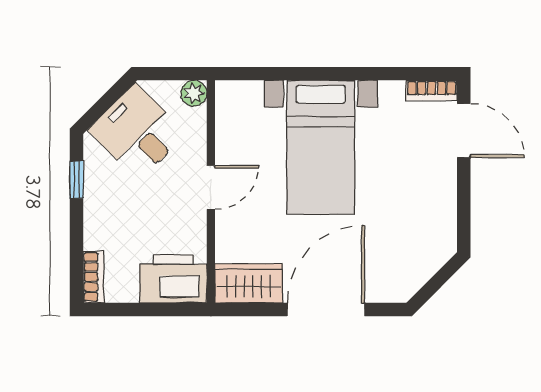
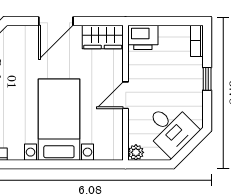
window: (77, 180) -> (207, 79), moved
printer: (173, 279) -> (143, 37), width x0.73, depth x0.84
door: (326, 309) -> (56, 21), width x0.73

